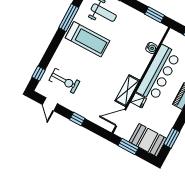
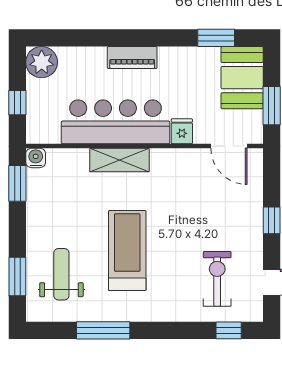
treadmill: (87, 39) -> (127, 251), moved
water cooler: (151, 48) -> (36, 158), moved
shelving: (127, 91) -> (120, 160), moved

